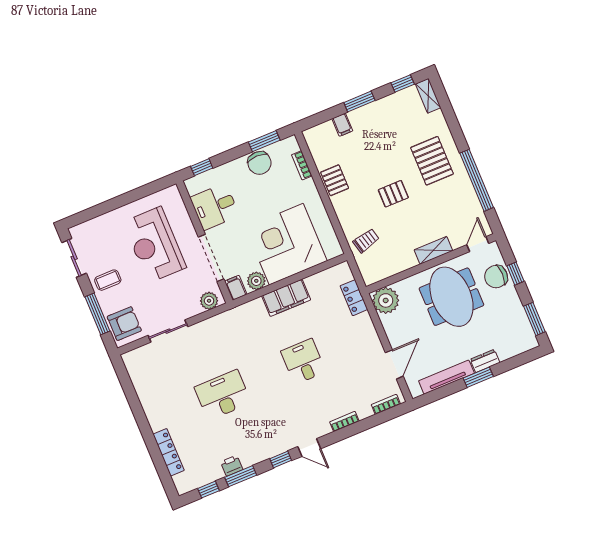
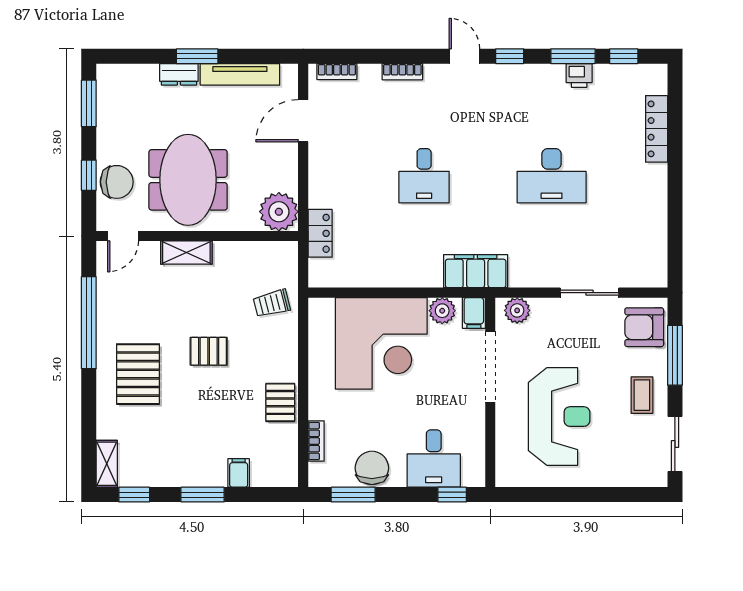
desk: (215, 207) -> (434, 459), moved, turned 90
coffee table: (108, 280) -> (642, 395), turned 90
filing cabinet: (286, 298) -> (476, 271), moved

